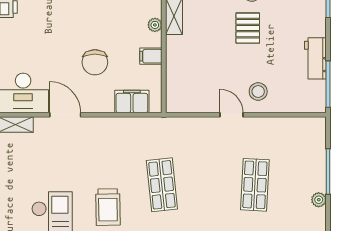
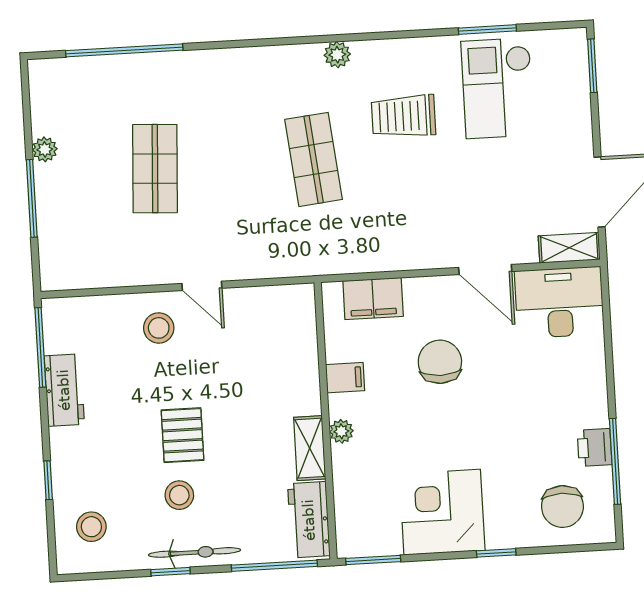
trolley: (108, 207) -> (404, 116), turned -89

